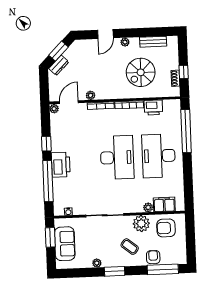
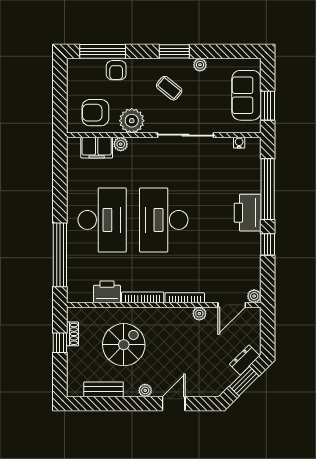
armchair: (166, 228) -> (95, 113), turned 180
coffee table: (130, 247) -> (169, 88), moved

